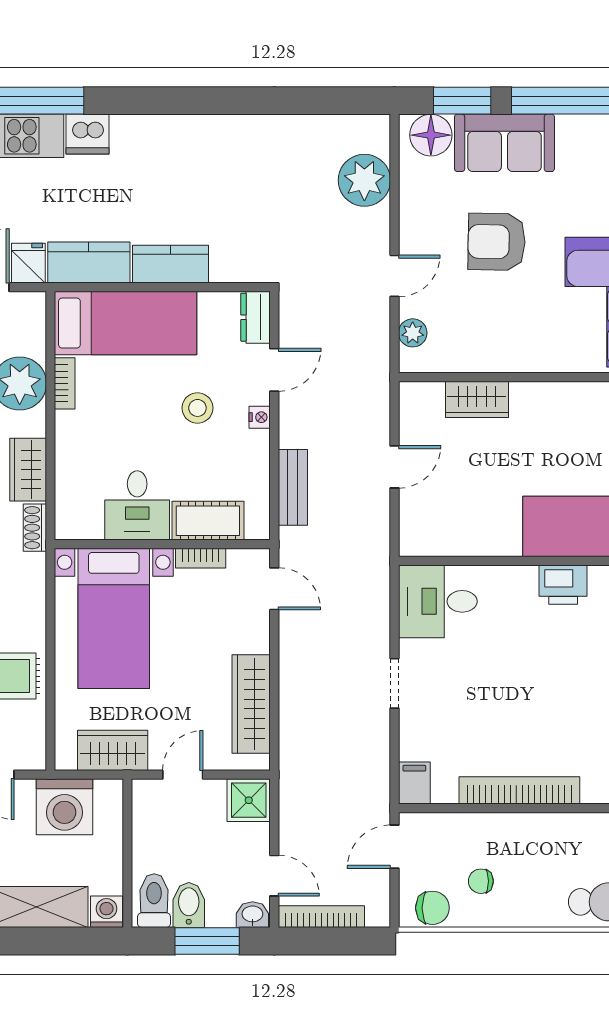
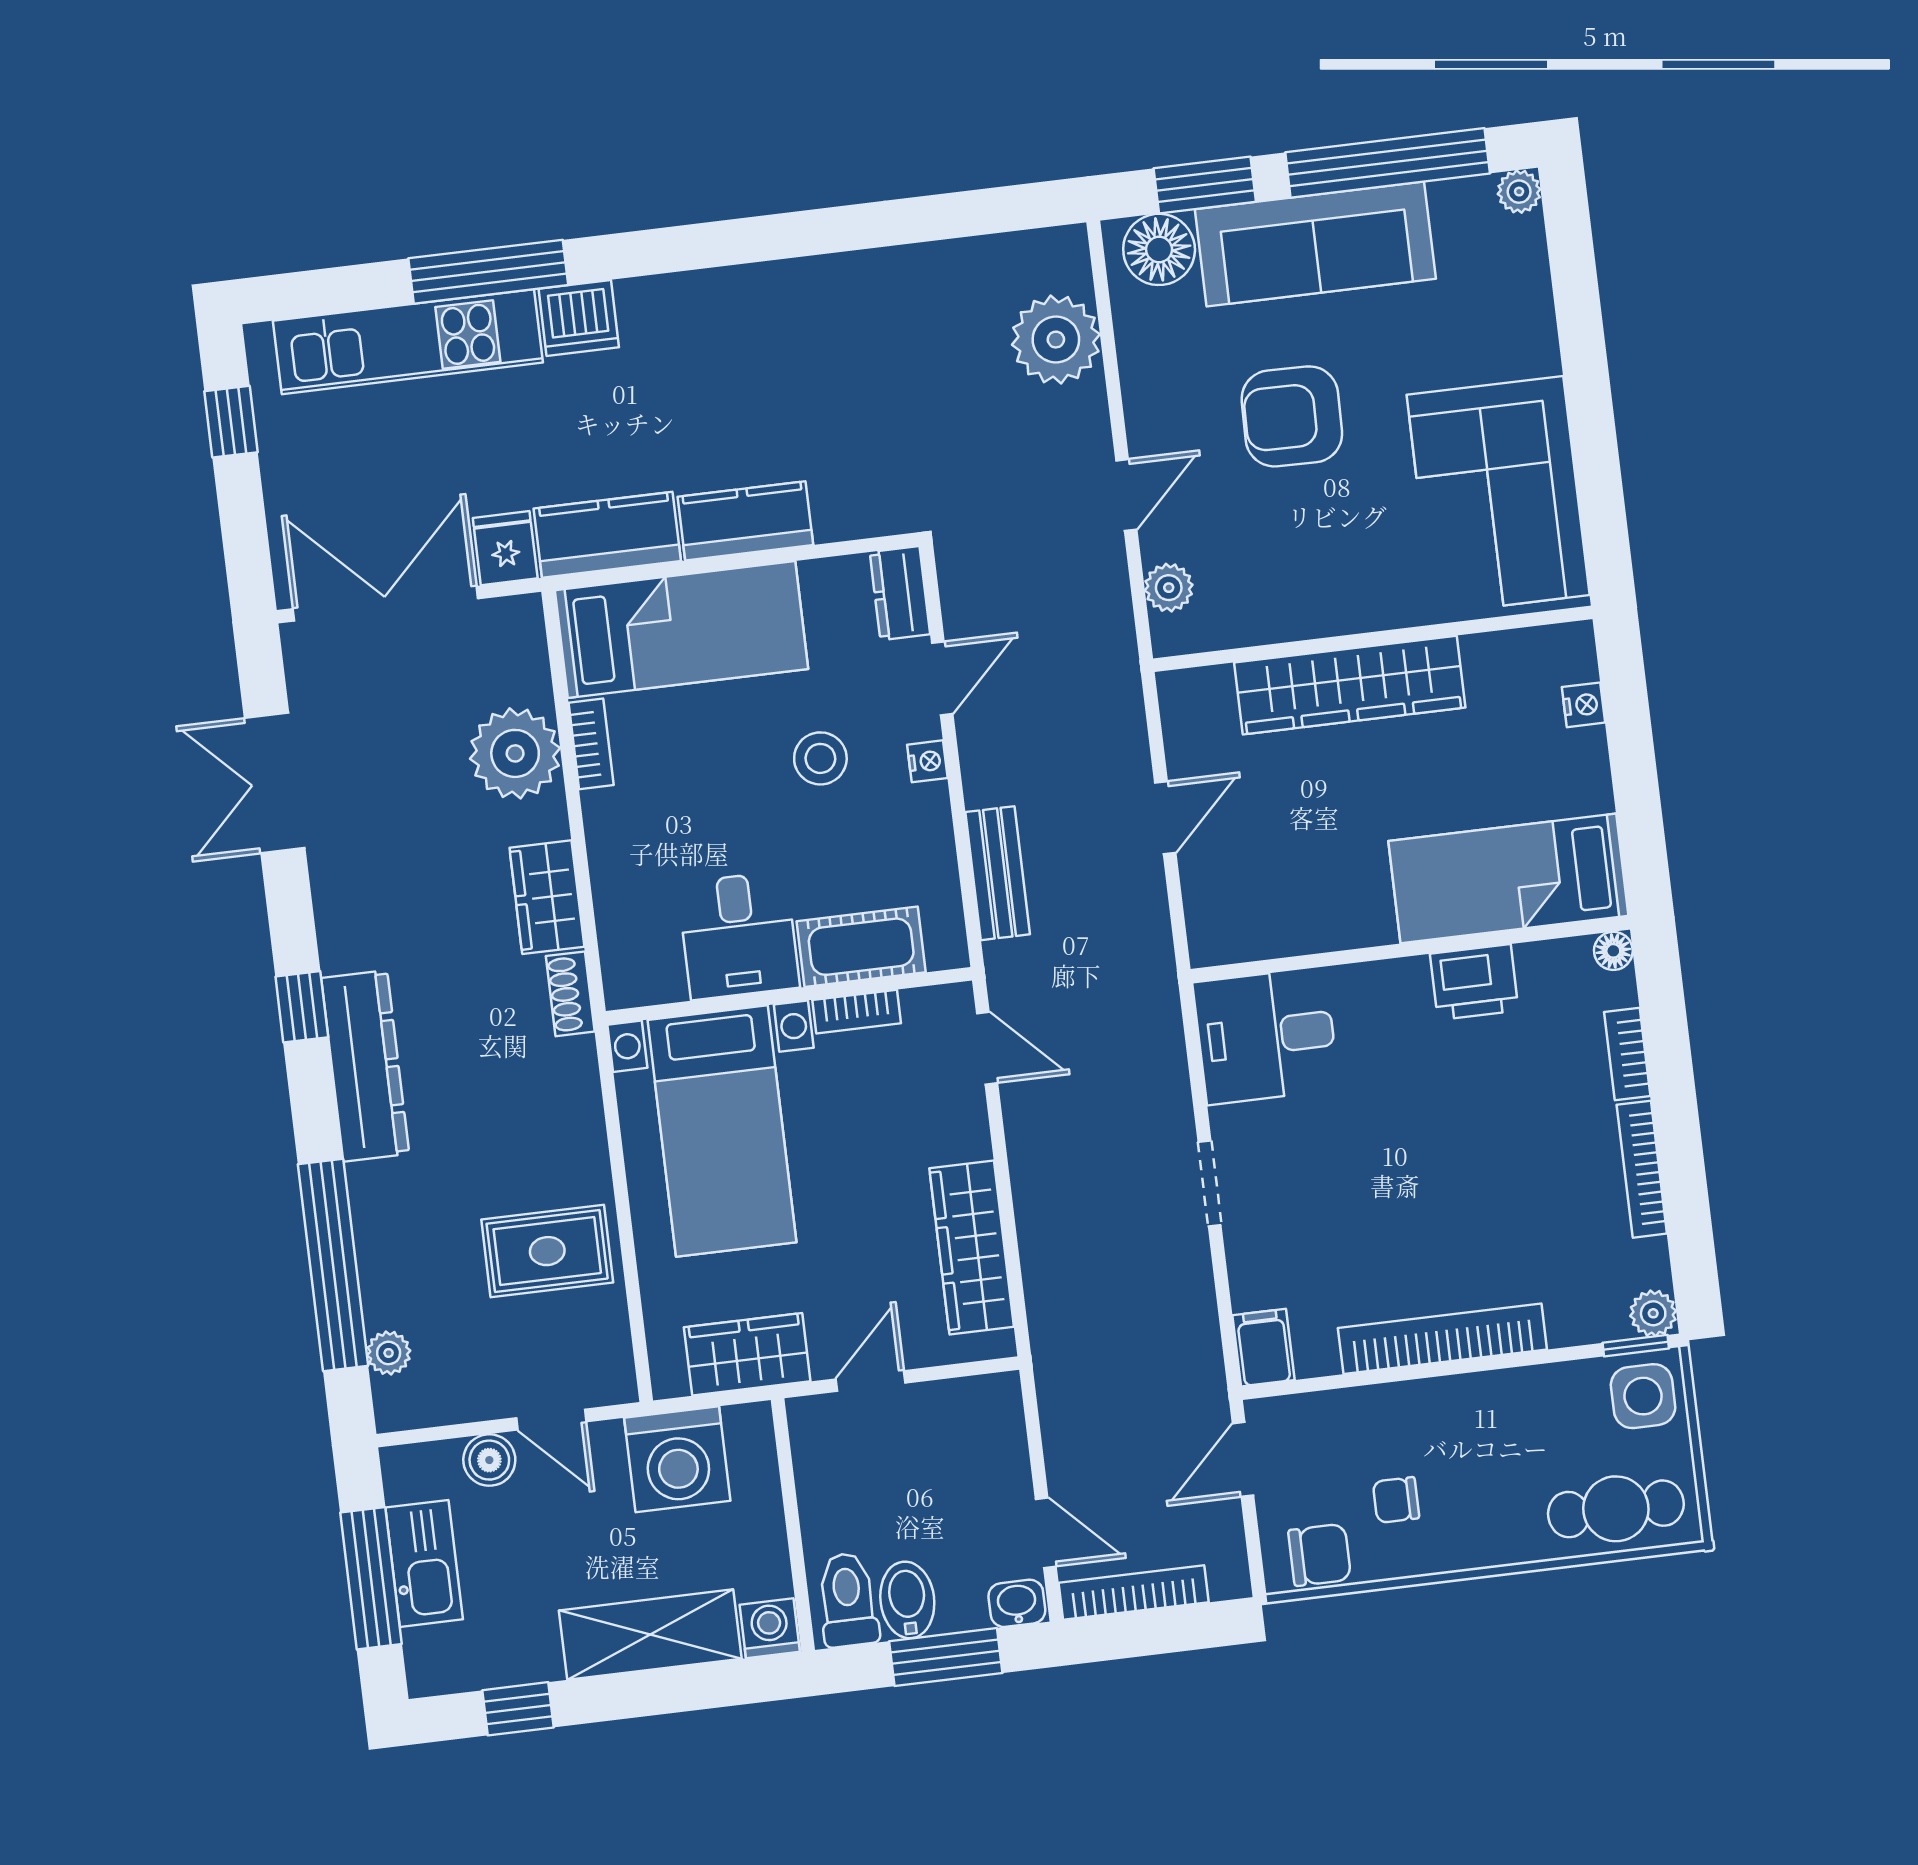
sofa: (504, 143) -> (1315, 244), width x1.36
wardrobe: (477, 399) -> (1350, 685), width x2.10, depth x1.17
shower: (249, 800) -> (987, 1411), removed

